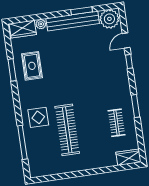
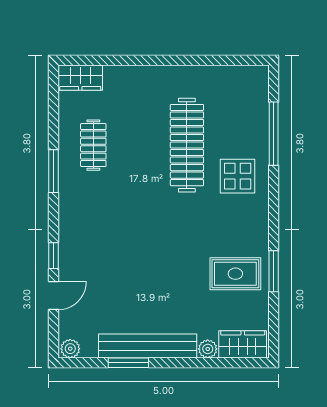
plant: (109, 19) -> (70, 349), width x0.53, depth x0.53
rug: (32, 66) -> (235, 274), turned 90

